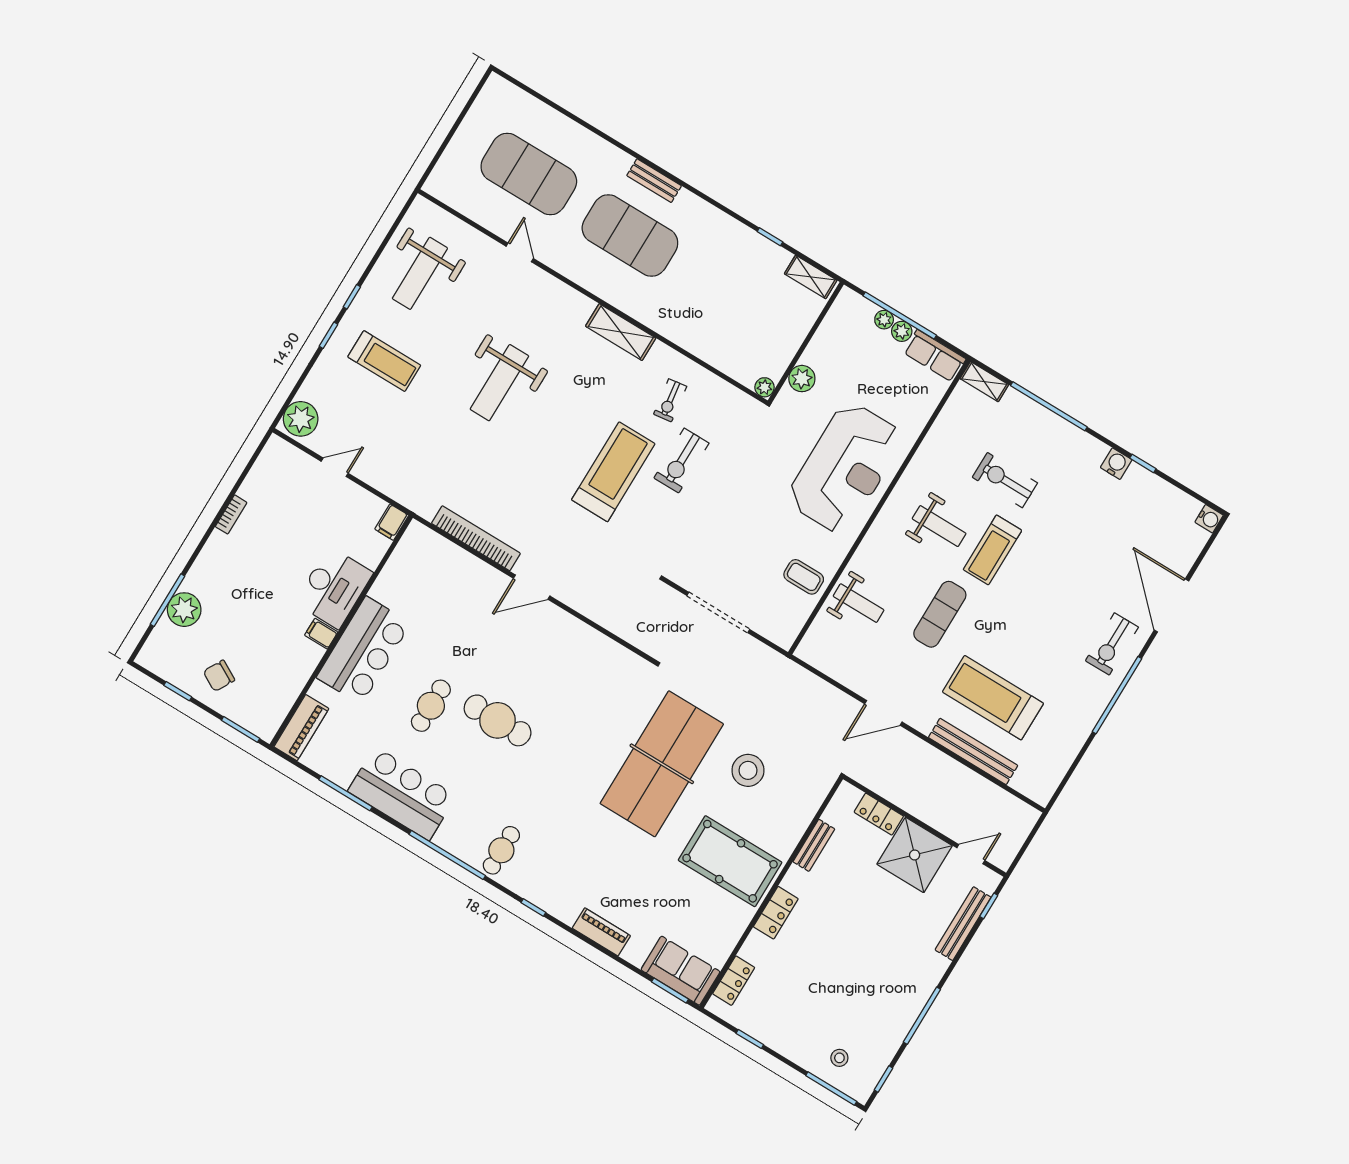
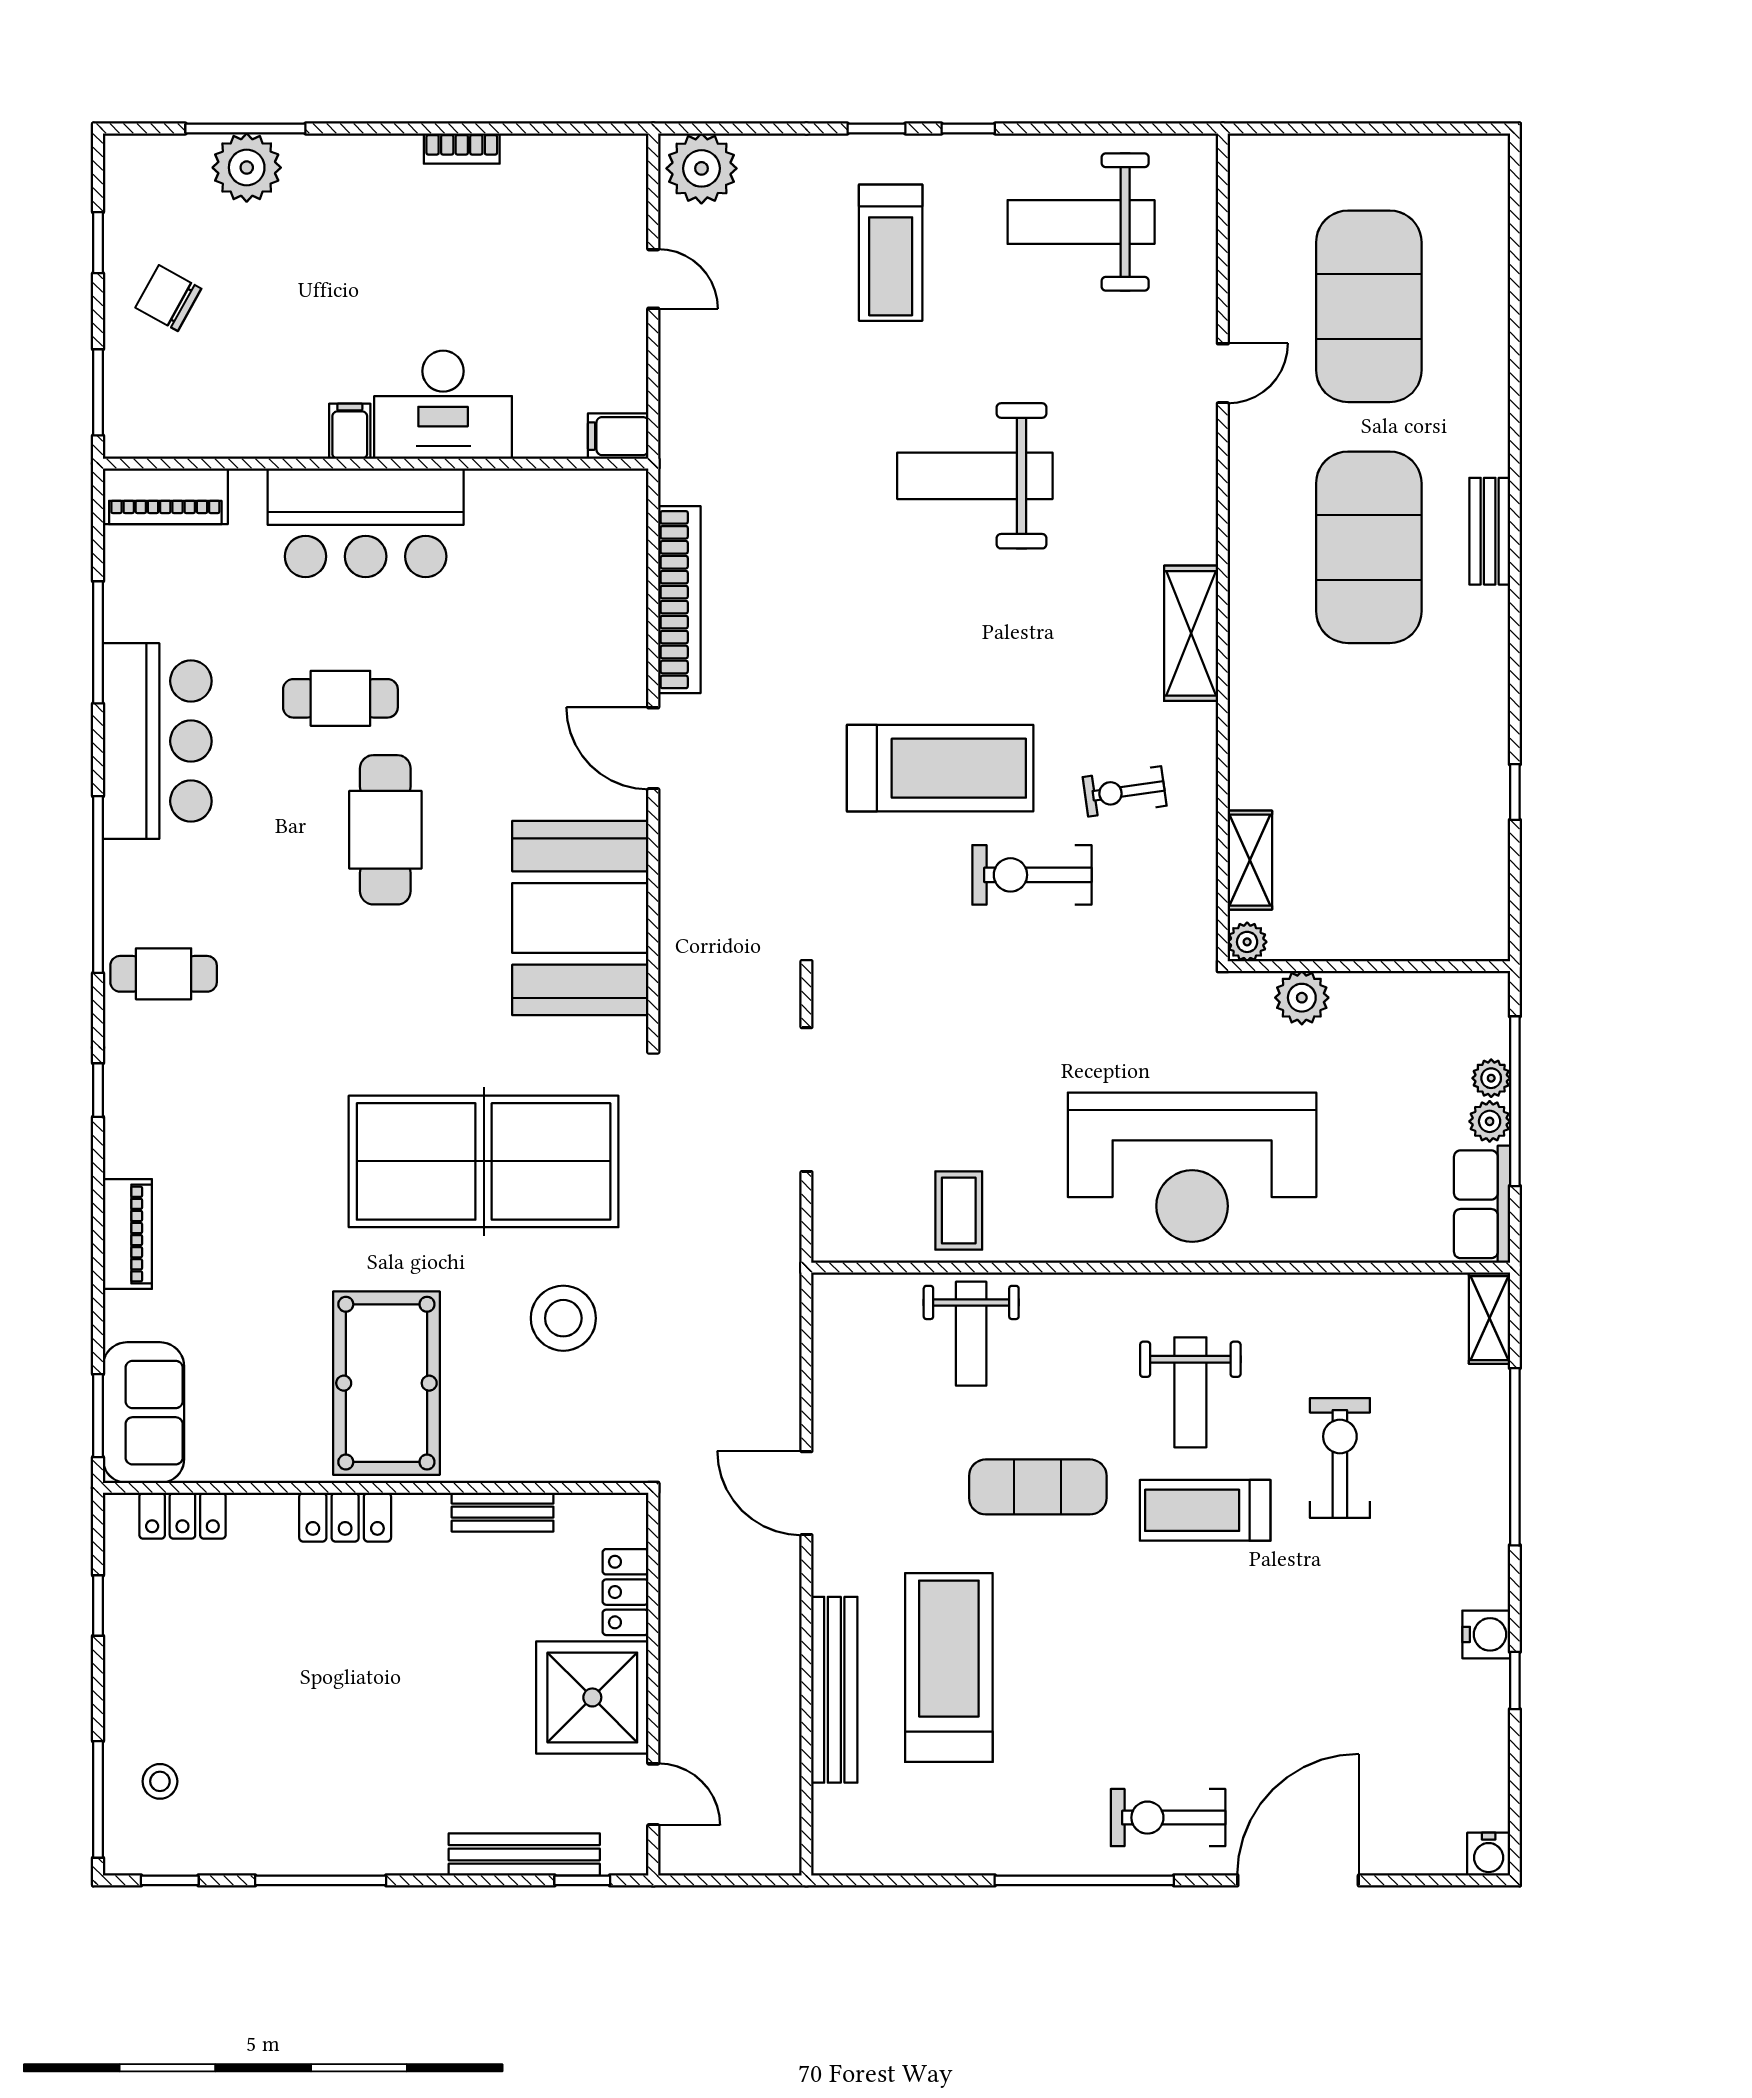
shelving: (811, 277) -> (1250, 860), moved
booth: (584, 661) -> (580, 918), added

